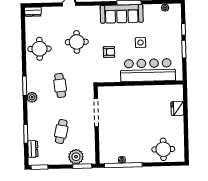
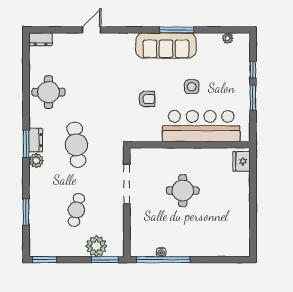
round table: (77, 42) -> (101, 84), removed
cafe table: (60, 85) -> (76, 145), width x1.37, depth x1.35
fridge: (177, 108) -> (242, 161), moved
dresser: (33, 149) -> (36, 140), moved
round table: (163, 149) -> (183, 191), moved

